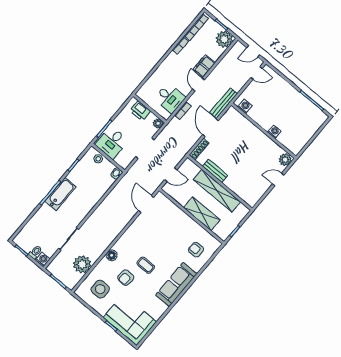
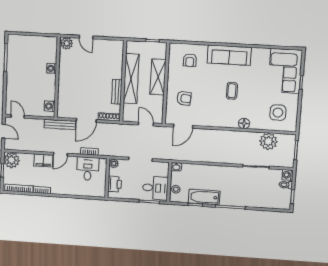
bathtub: (60, 194) -> (204, 197), moved
armchair: (126, 278) -> (184, 98), moved

